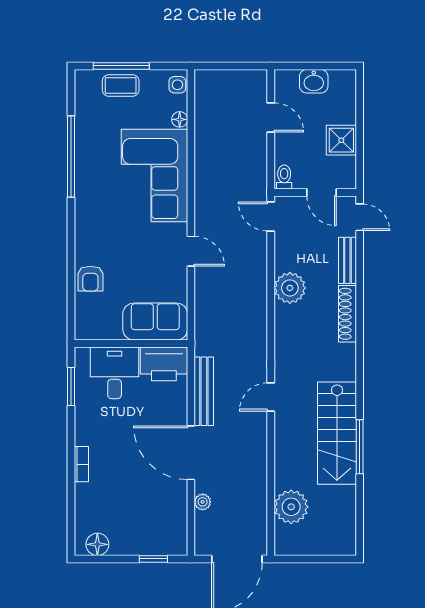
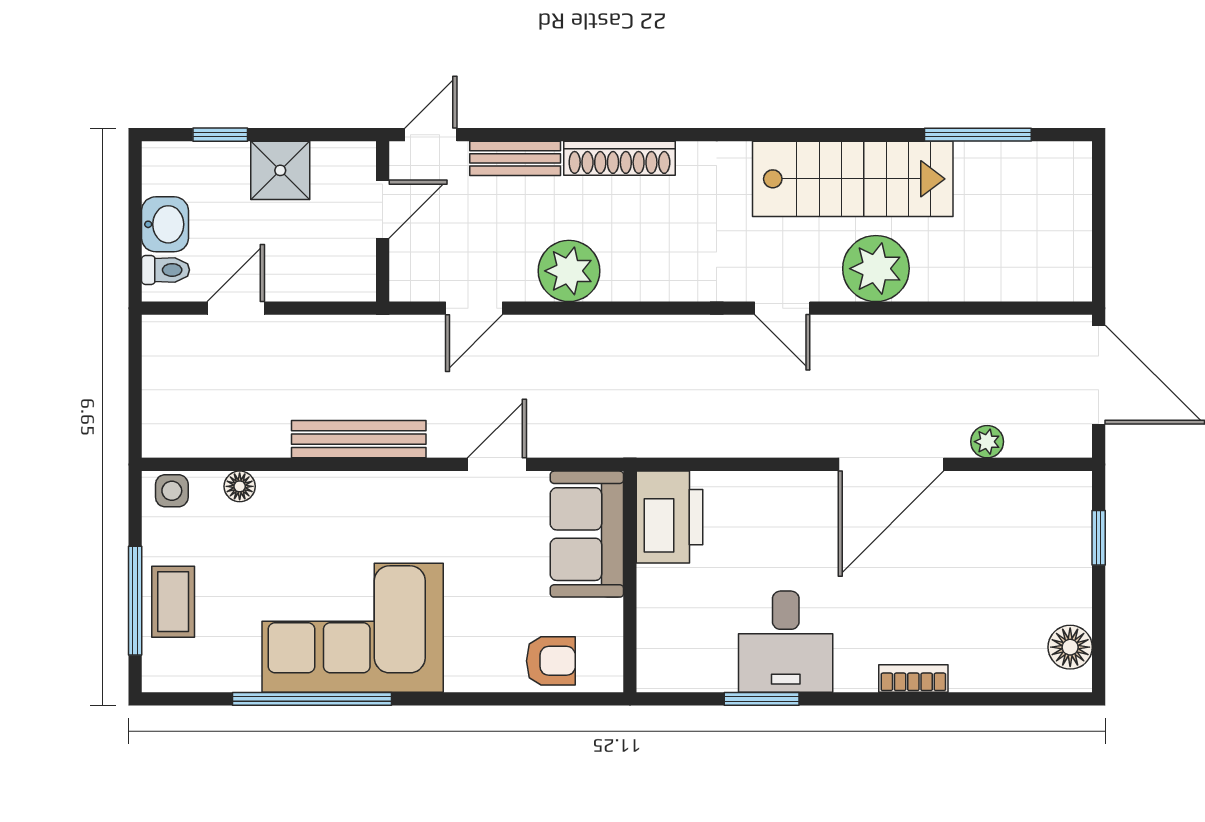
window: (360, 109) -> (220, 135), added
corner sofa: (154, 175) -> (353, 628), moved, turned 180
toilet: (284, 177) -> (165, 270), moved, turned 180
door: (271, 217) -> (474, 308), moved
sofa: (155, 322) -> (587, 534), moved
wall: (131, 344) -> (630, 582), moved
printer: (164, 364) -> (670, 517), moved
desk: (115, 373) -> (786, 642), moved, turned -90
bench: (204, 391) -> (359, 439), moved
window: (360, 447) -> (978, 135), moved
plant: (291, 507) -> (876, 269), moved

